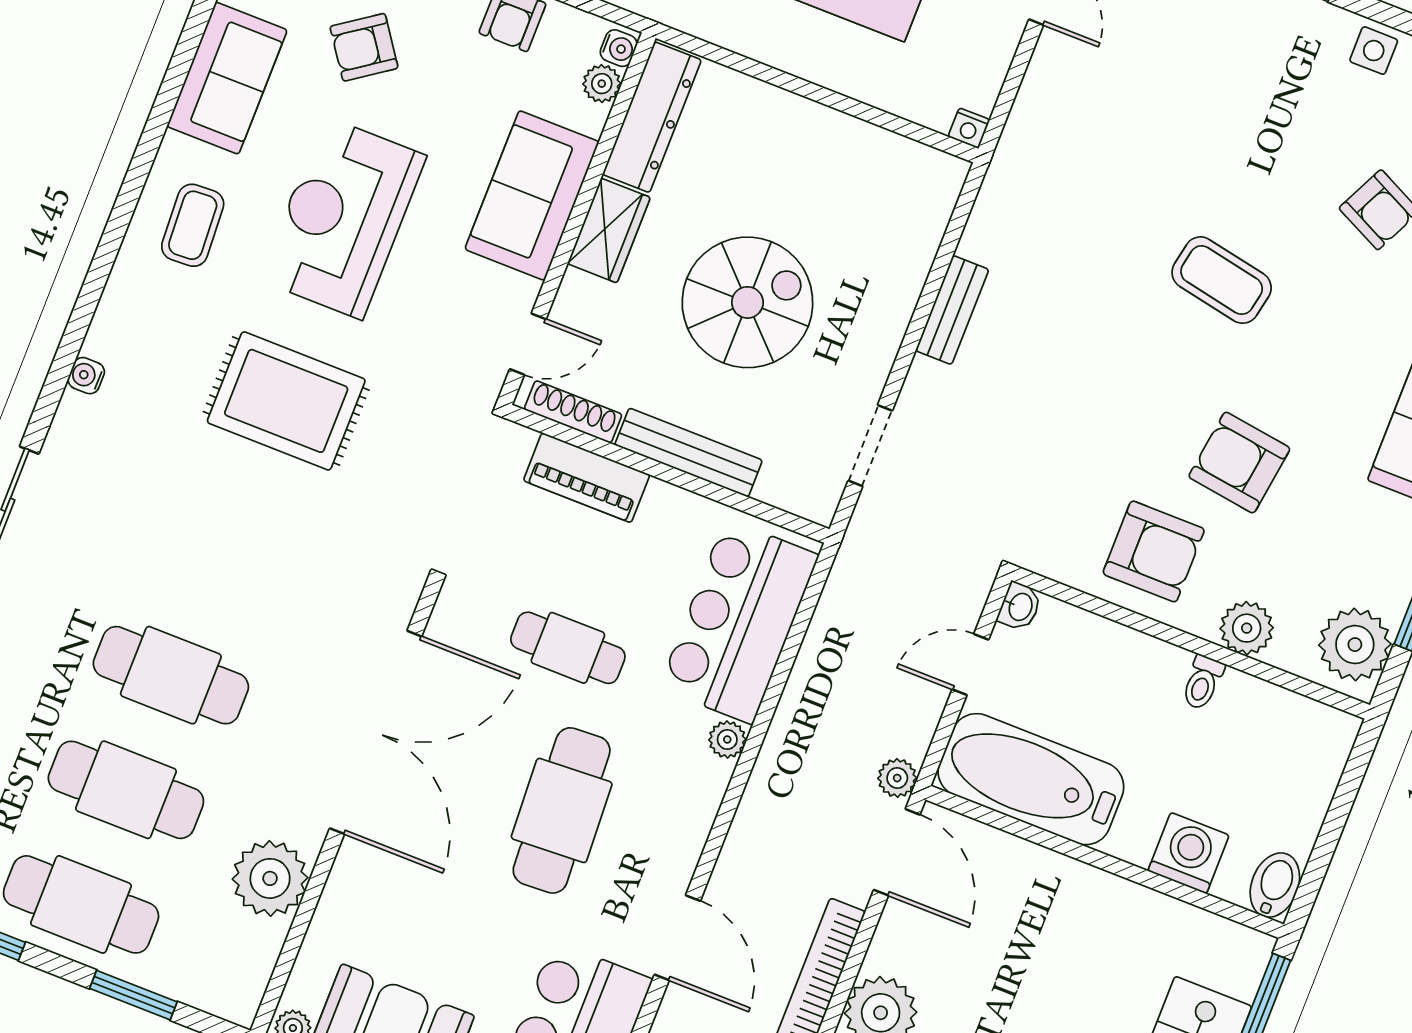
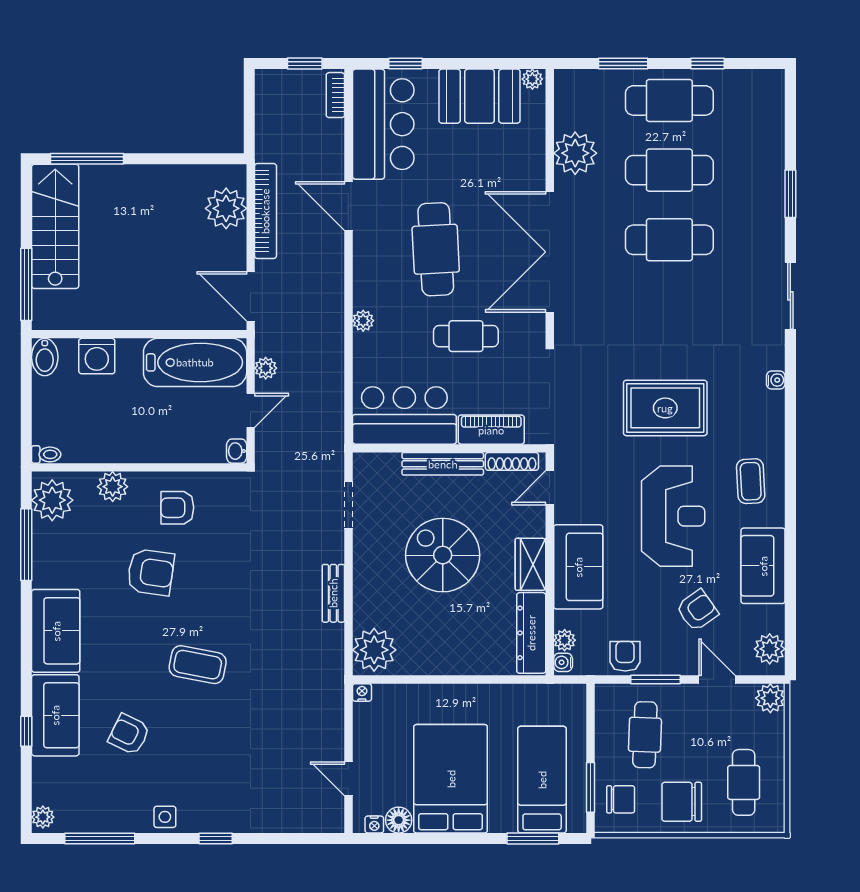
plant: (921, 191) -> (374, 650), added
spiral stairs: (747, 302) -> (443, 555), turned 90
armchair: (1154, 551) -> (177, 508), width x0.72, depth x0.72
bar counter: (739, 622) -> (404, 415), moved, turned -90
toilet: (1203, 682) -> (46, 454), moved, turned 90
plant: (897, 778) -> (266, 368), moved

